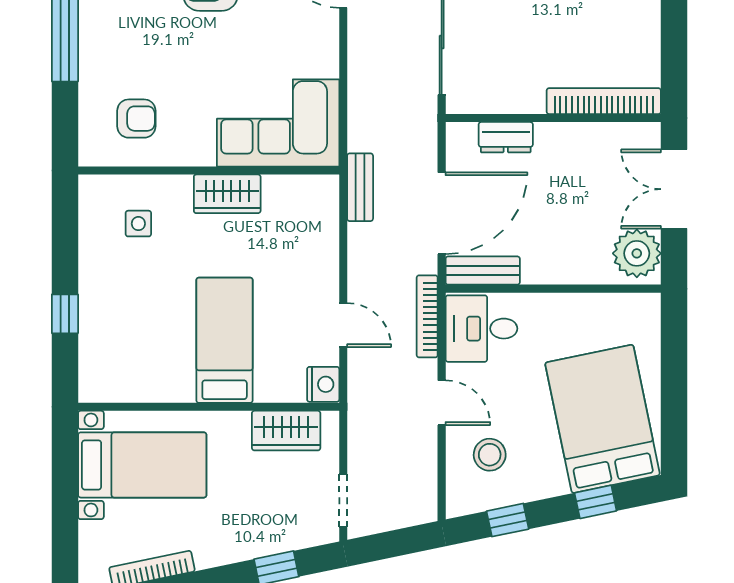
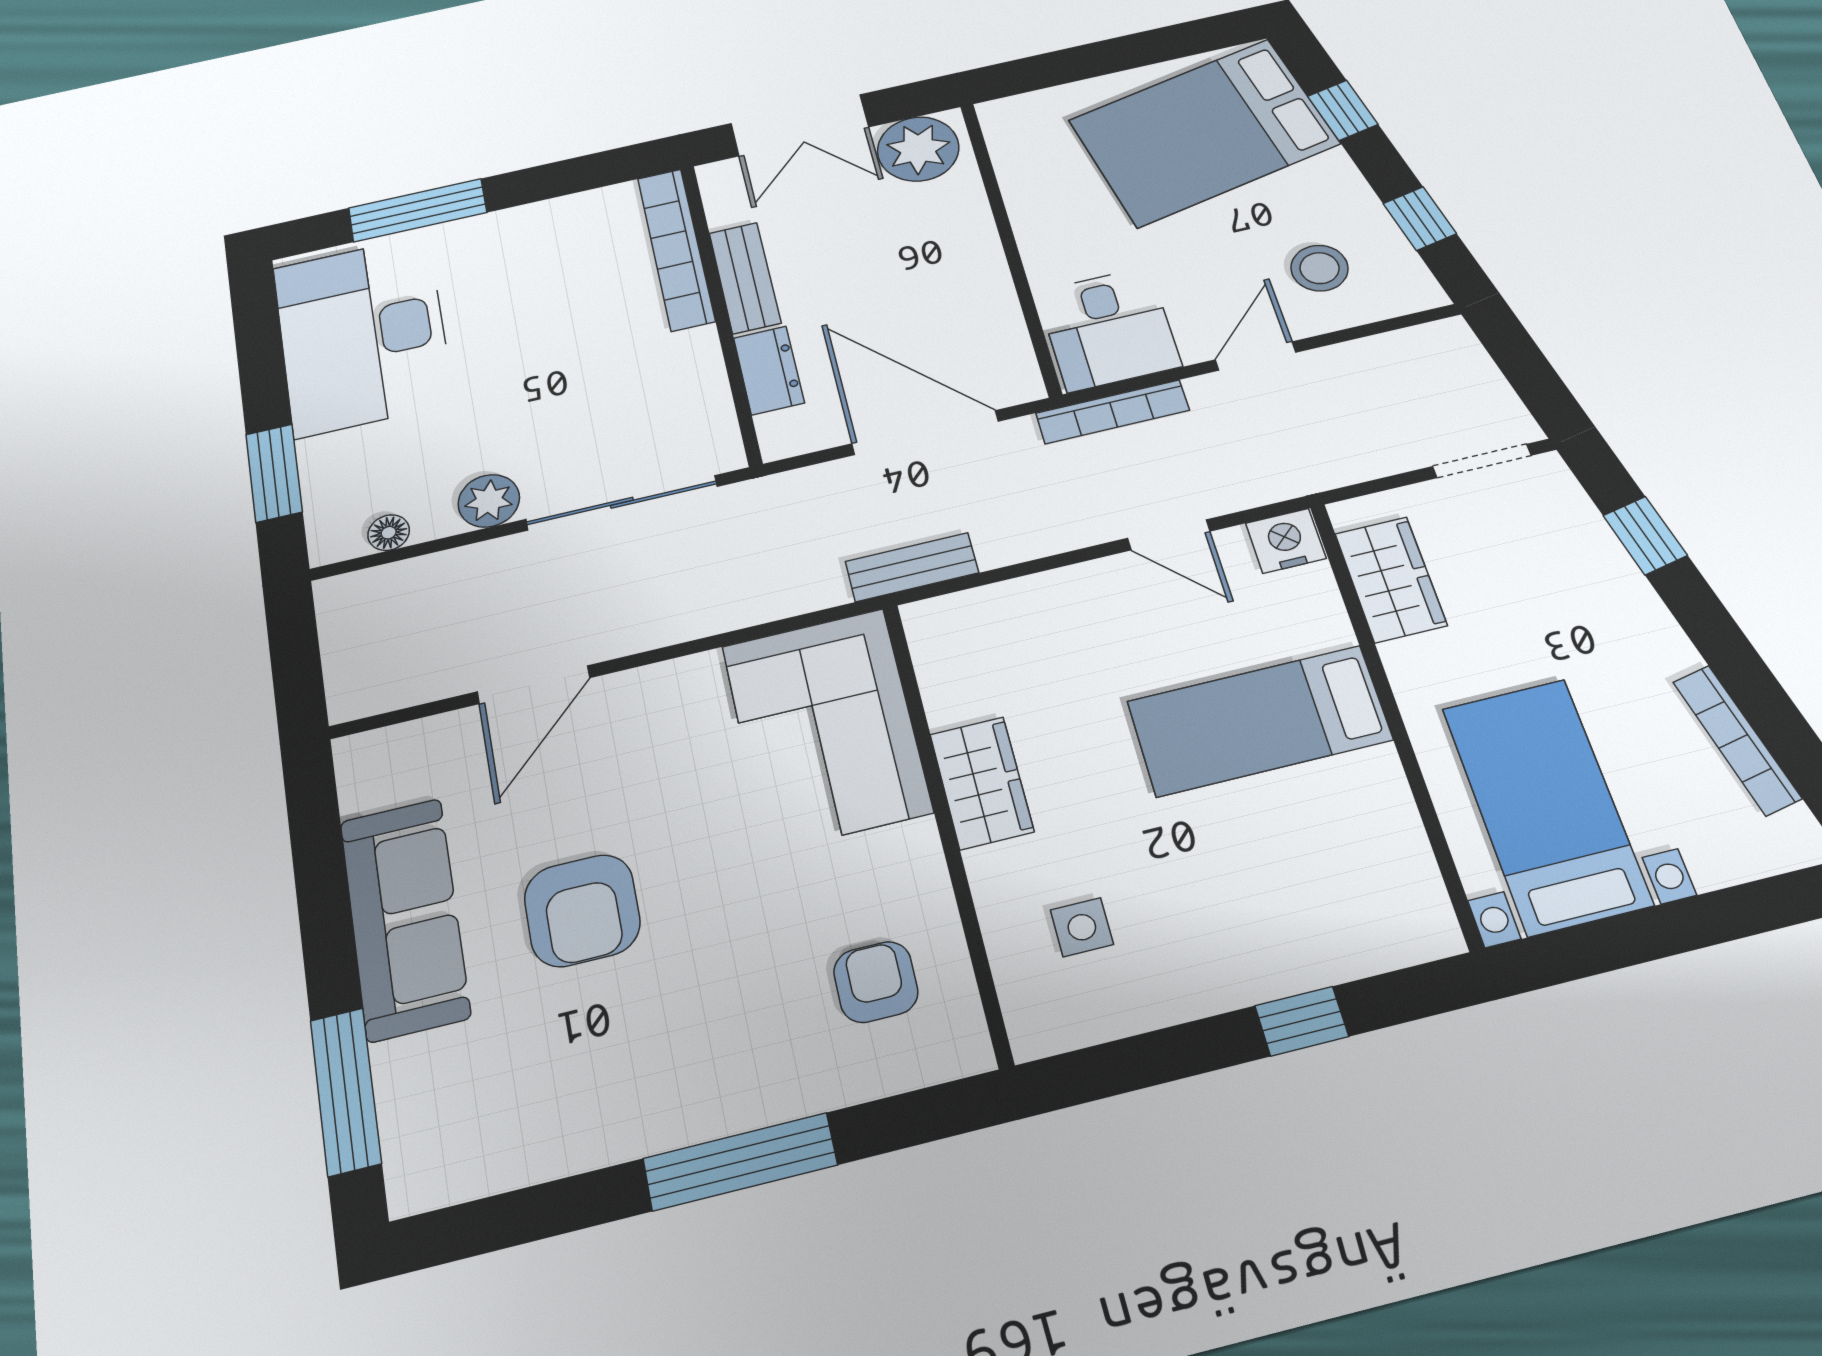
bench: (483, 271) -> (745, 278), moved
door: (343, 325) -> (1169, 535), swing flipped

